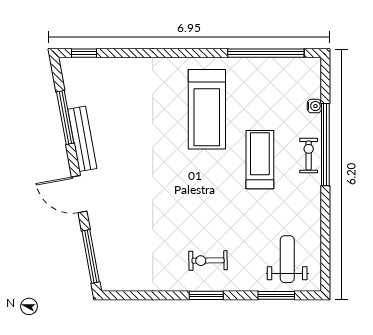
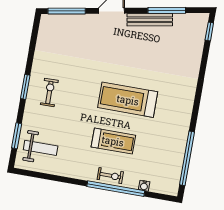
treadmill: (207, 109) -> (128, 100), moved

